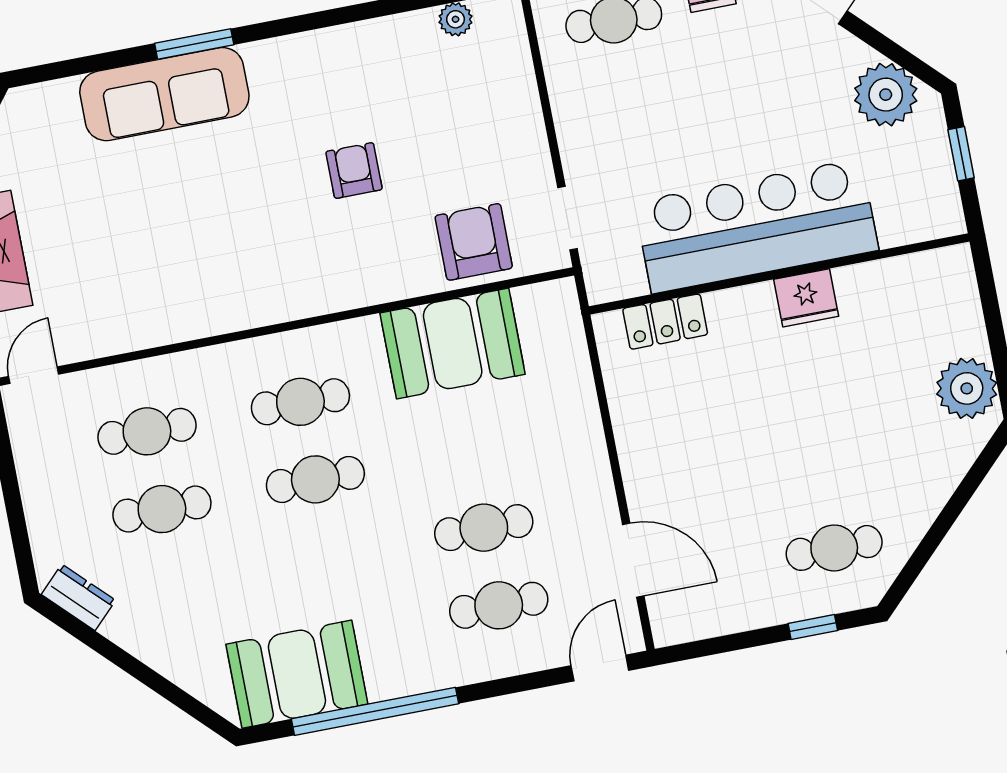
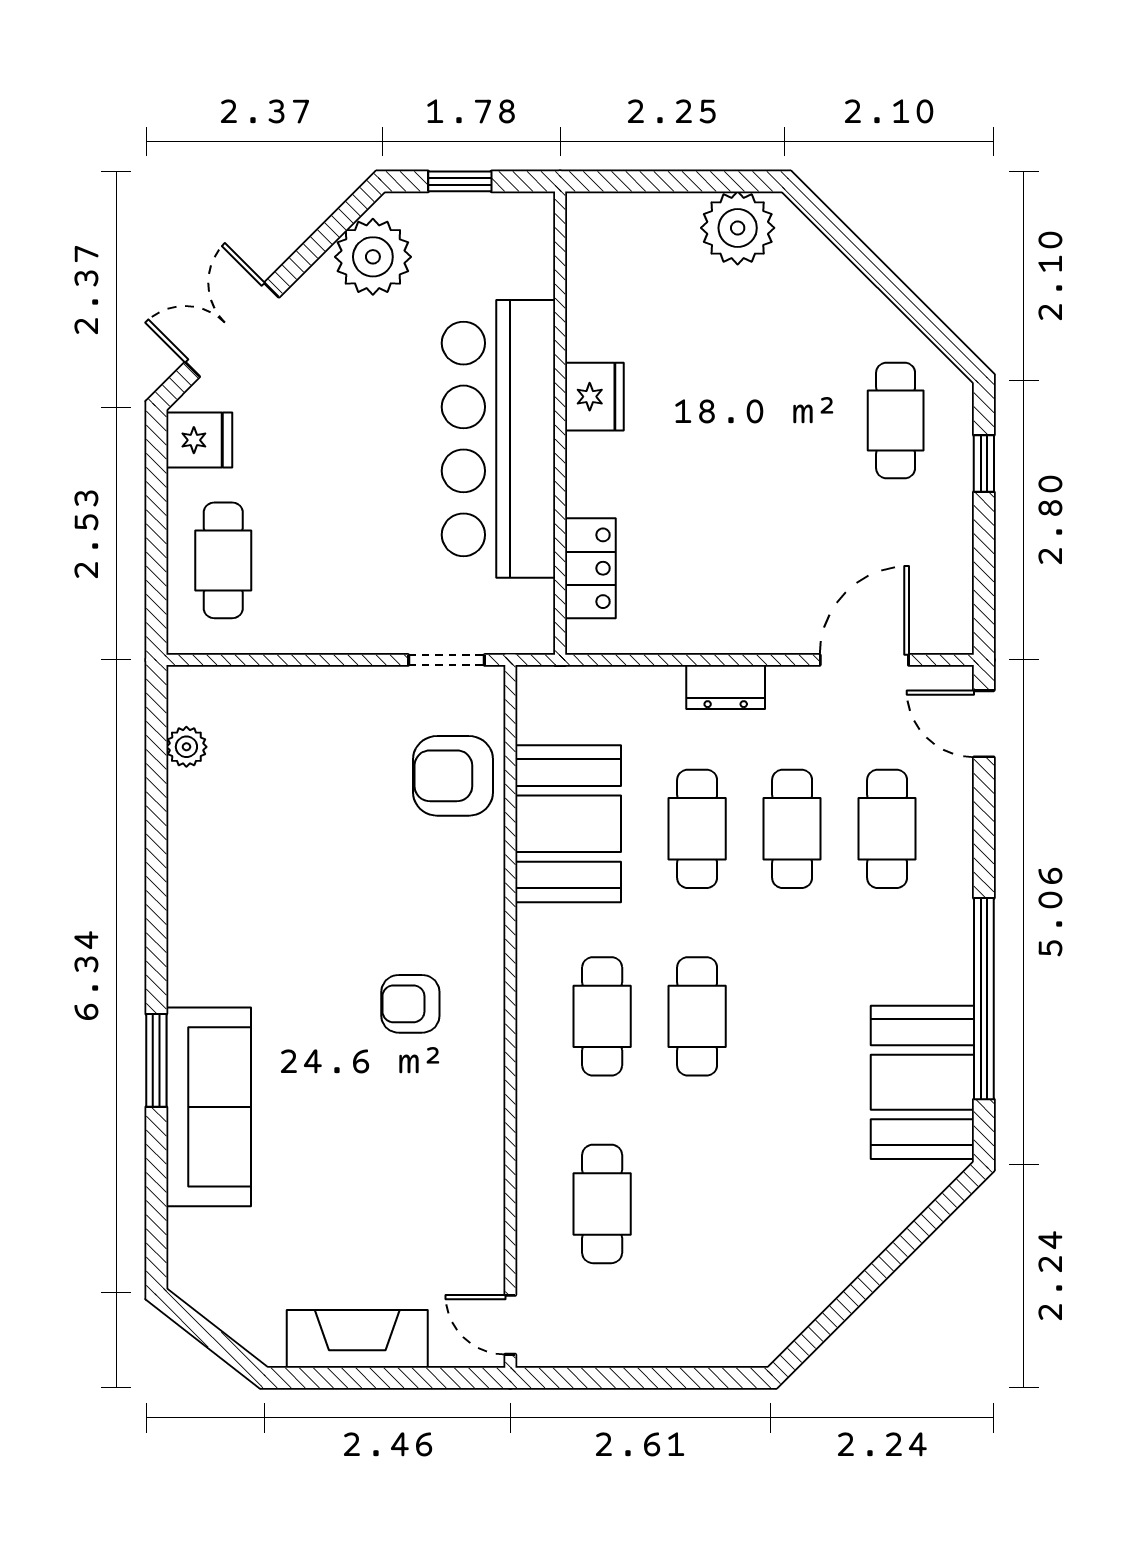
armchair: (354, 171) -> (410, 1004), moved
cafe table: (162, 509) -> (697, 829), moved
dresser: (78, 597) -> (726, 687), moved, turned -135

